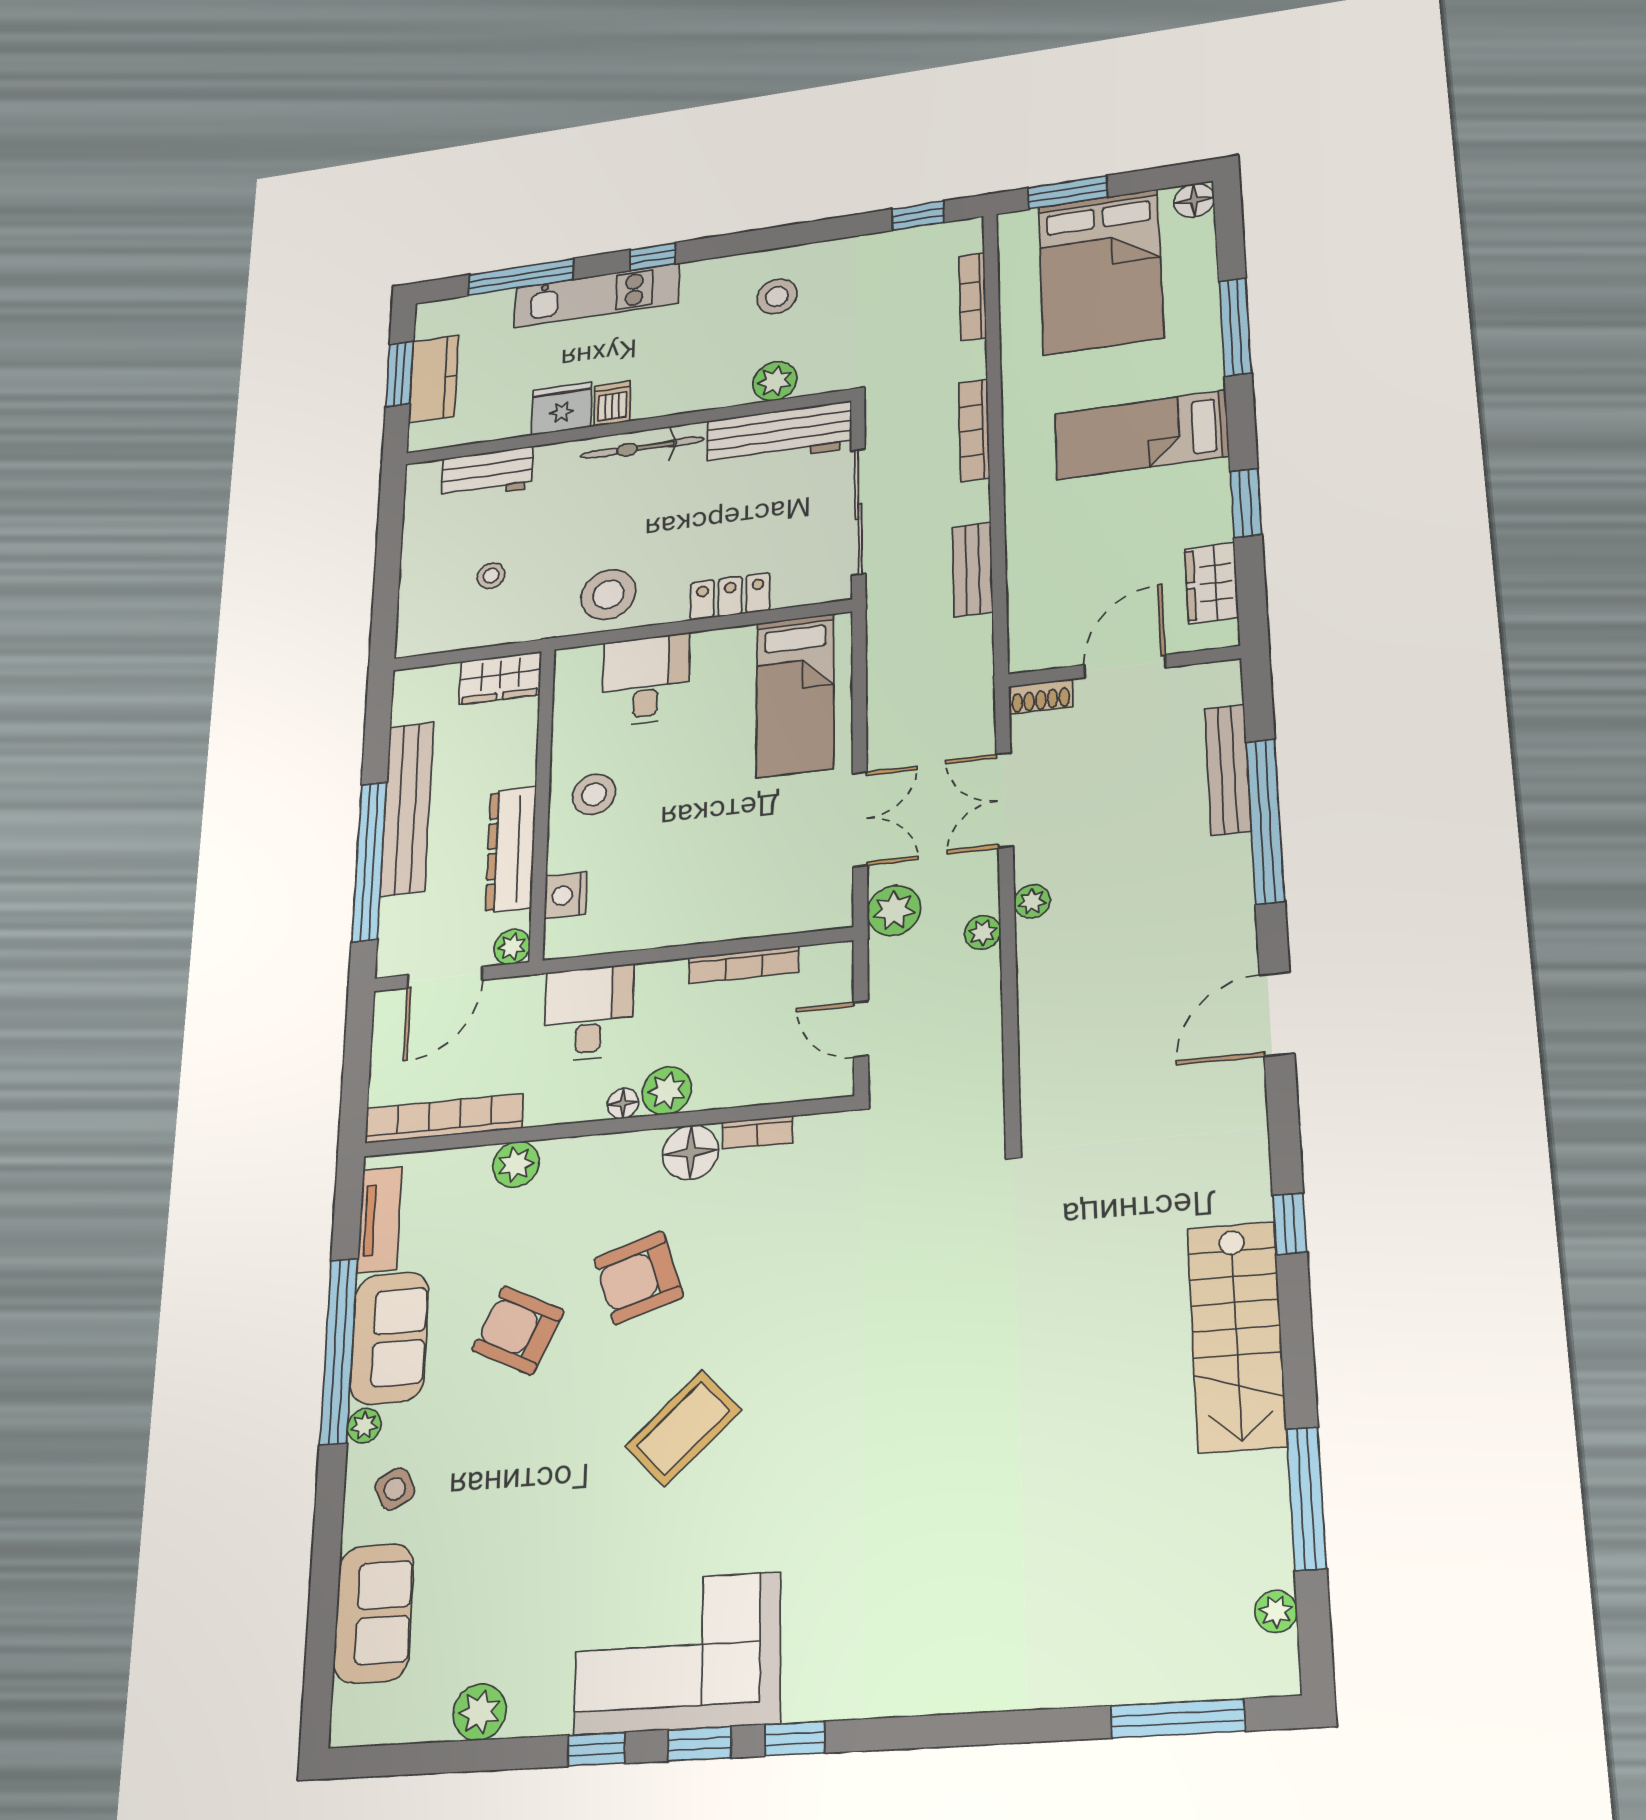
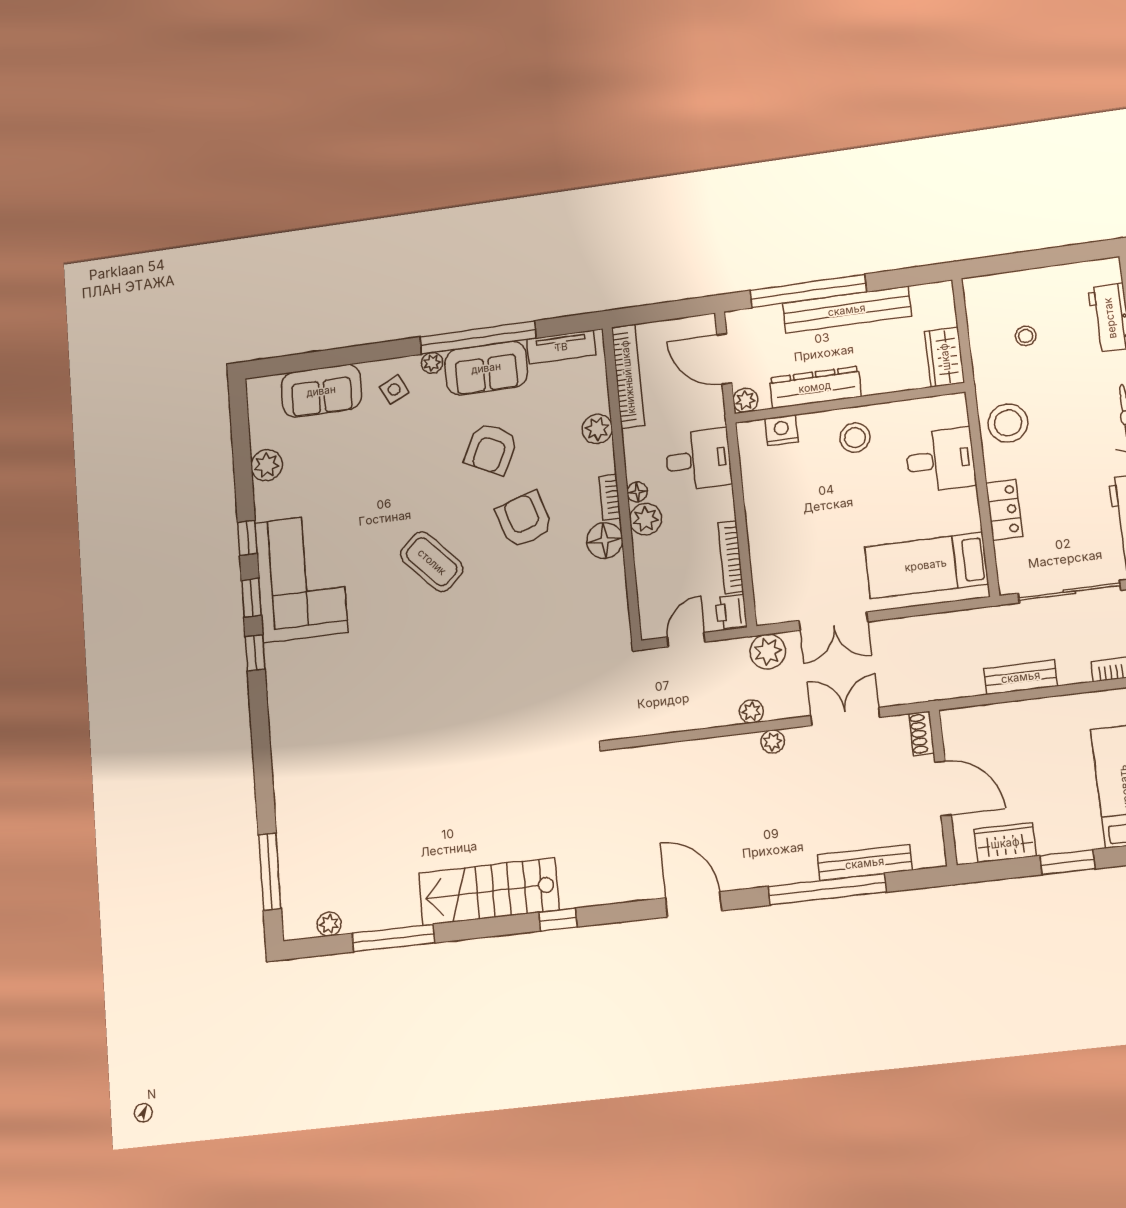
printer: (827, 964) -> (731, 612), added
bookcase: (757, 1132) -> (610, 497), moved
armchair: (518, 1330) -> (491, 449), turned 180

